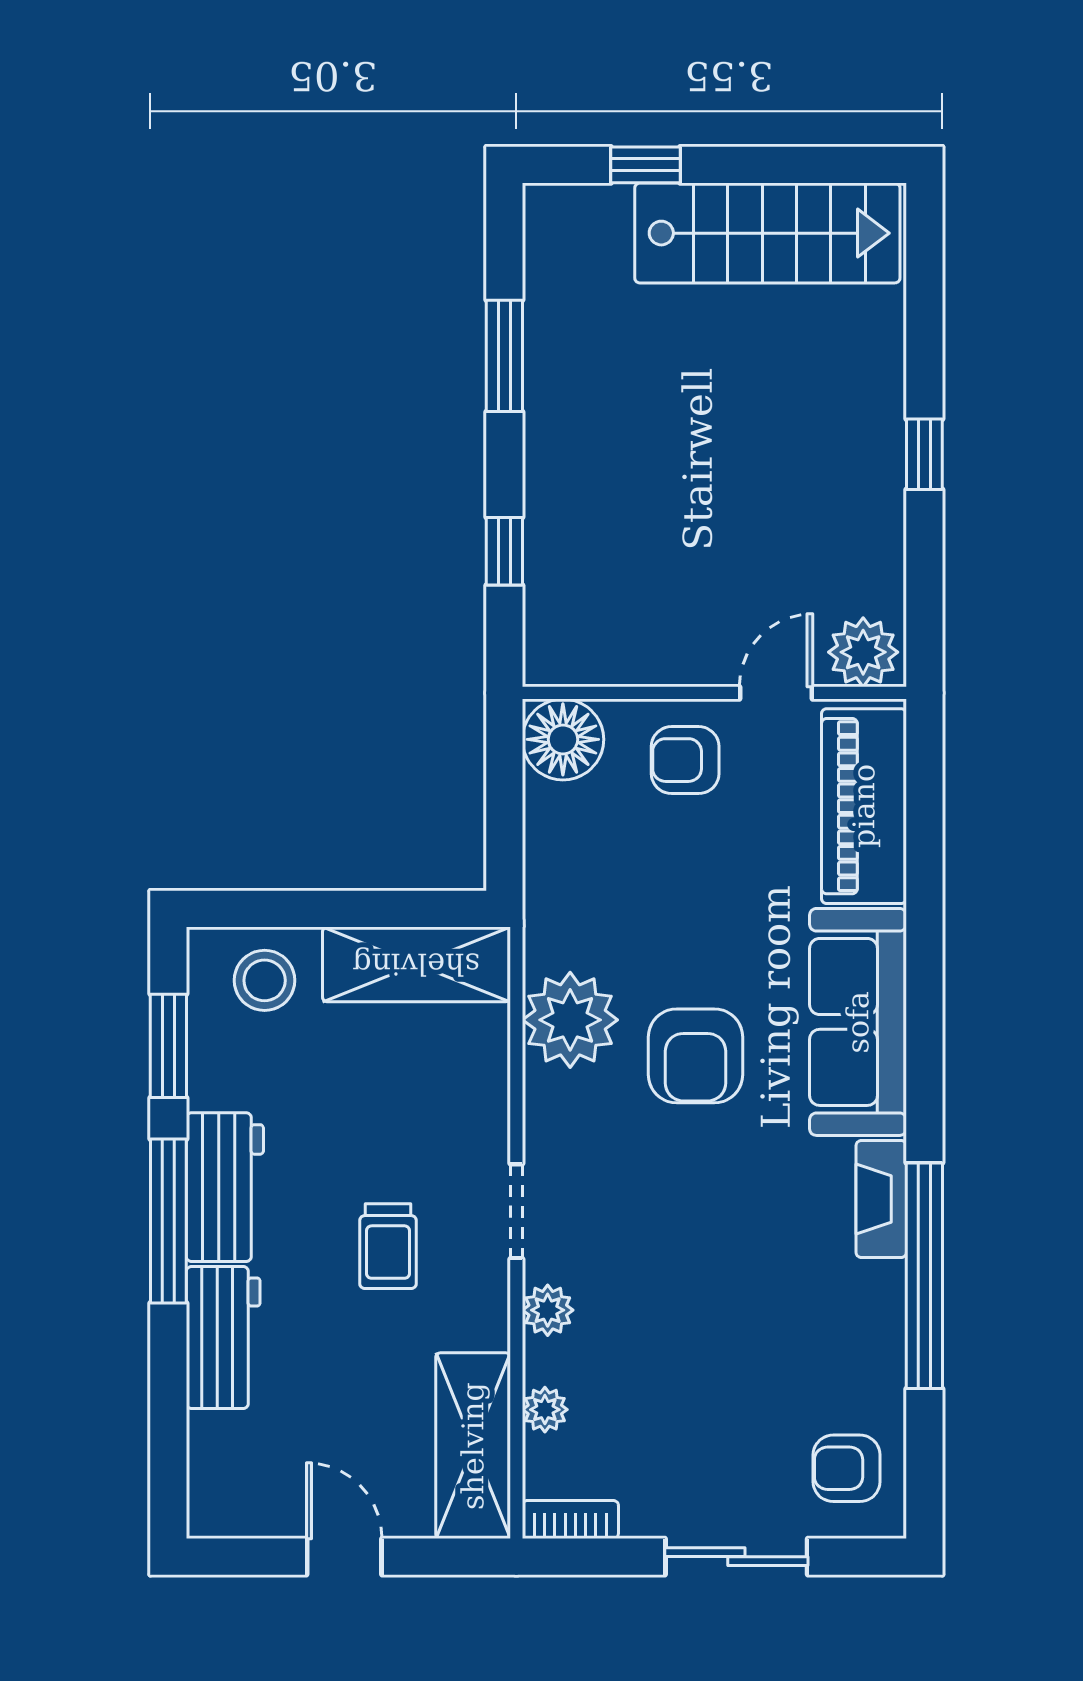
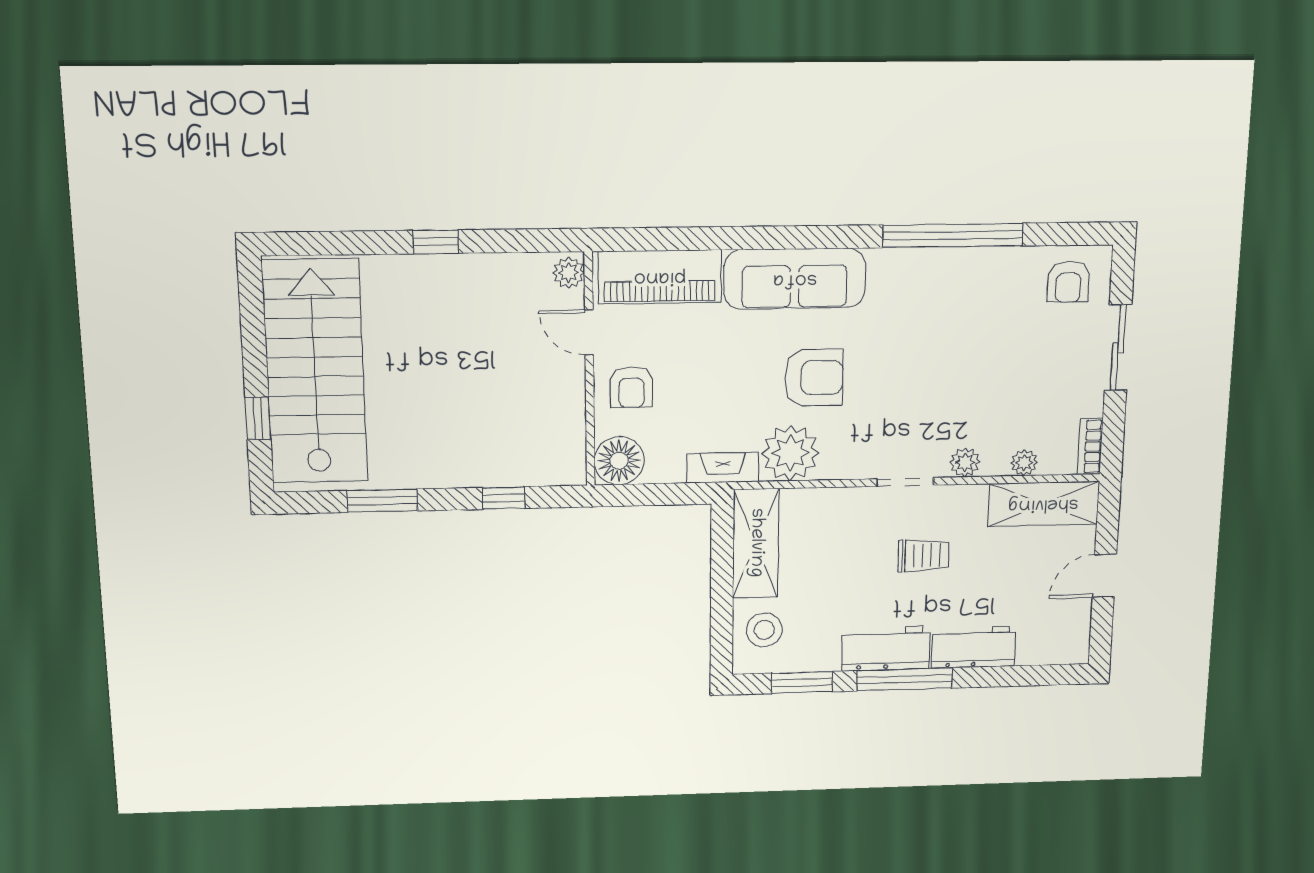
stairs: (767, 233) -> (315, 372), width x1.36, depth x1.51
plant: (863, 652) -> (569, 273), width x0.73, depth x0.73
fireplace: (881, 1199) -> (723, 468), moved, turned 180

